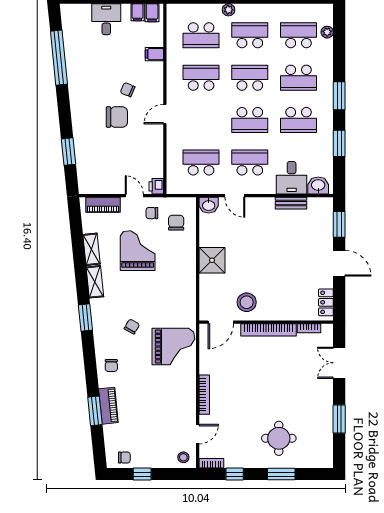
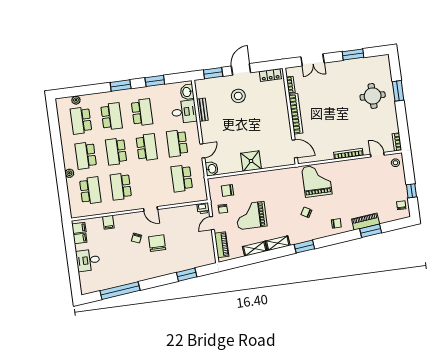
stool: (247, 302) -> (238, 96), moved
window: (235, 474) -> (403, 124), removed

